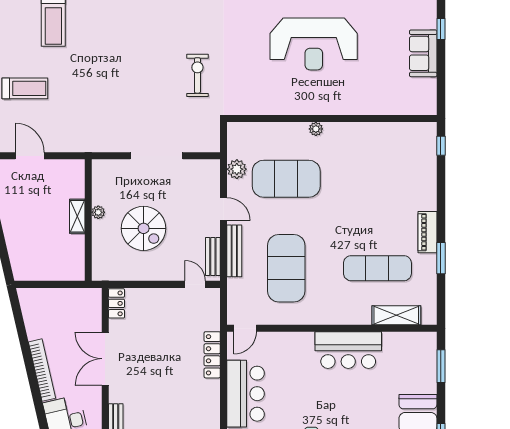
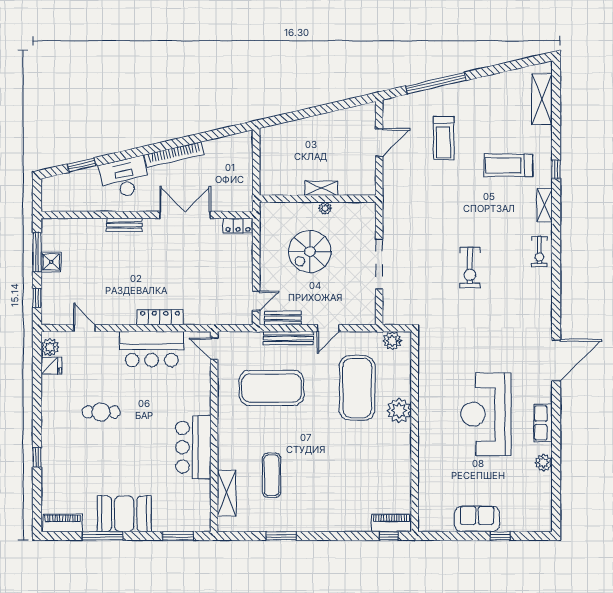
exercise bike: (197, 75) -> (470, 267), moved, turned 90
plant: (316, 129) -> (399, 410), width x1.88, depth x1.88
plant: (237, 169) -> (392, 341), moved
piano: (427, 232) -> (392, 523), moved
exercise mat: (377, 268) -> (272, 475), width x0.73, depth x0.69
locker: (212, 355) -> (160, 317), moved

